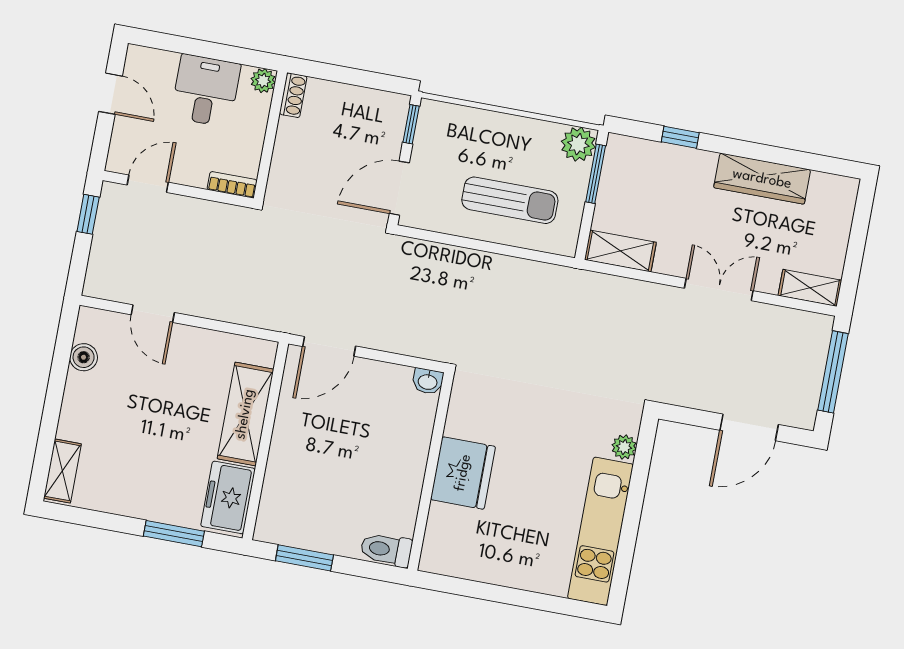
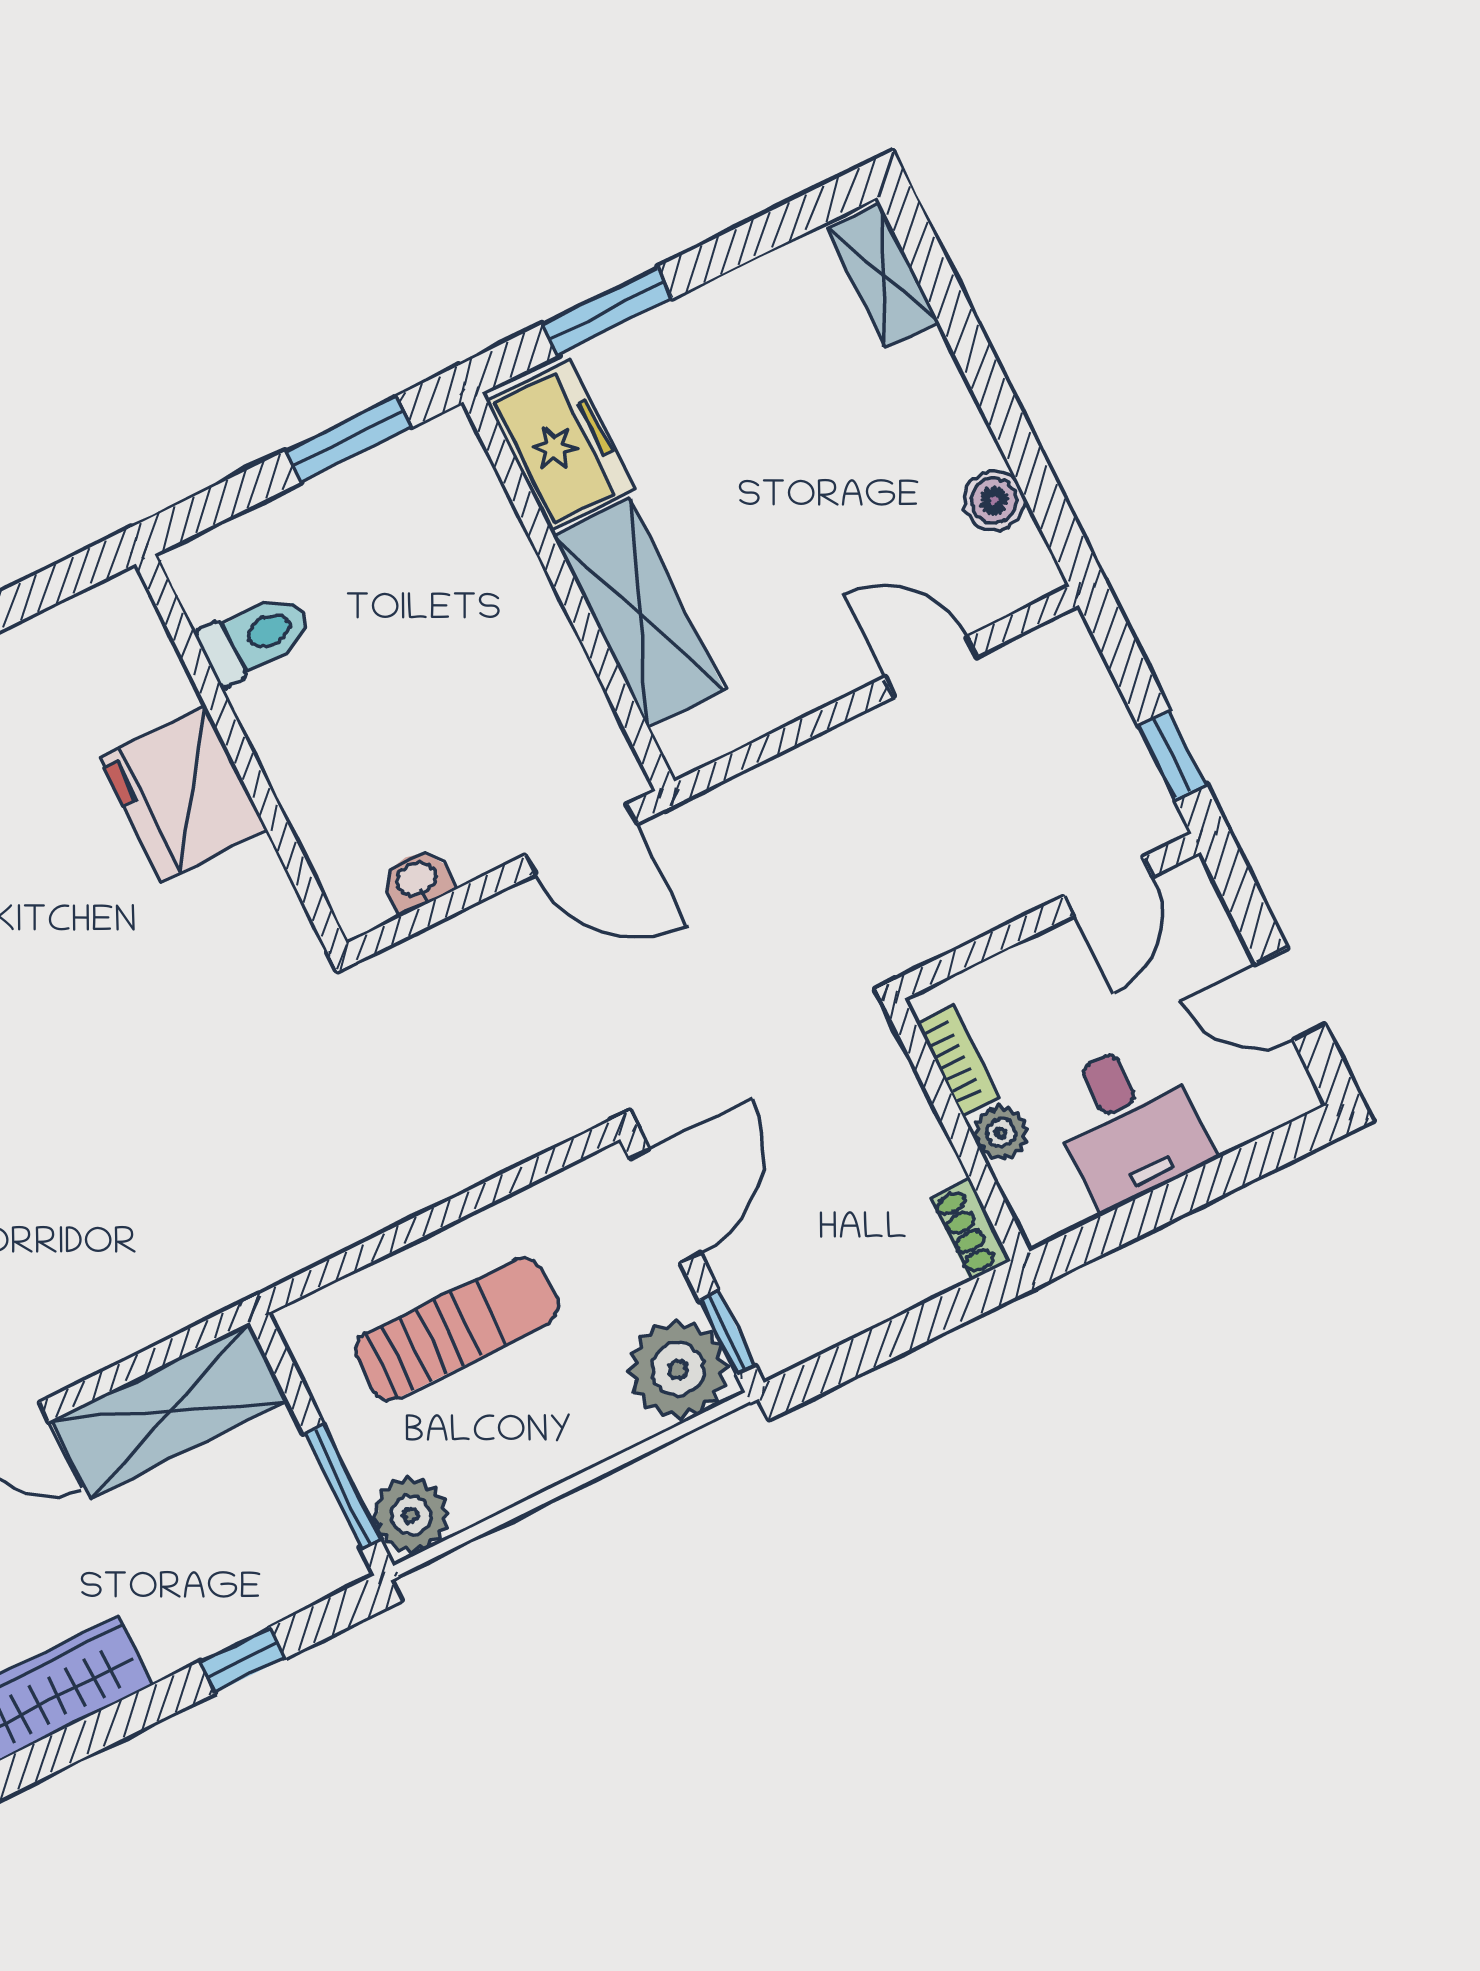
plant: (263, 81) -> (1001, 1133), moved
plant: (440, 124) -> (678, 1369), added
bookcase: (232, 185) -> (958, 1060), moved, turned -90
sun lounger: (510, 200) -> (457, 1329), turned 180
shelving: (620, 251) -> (170, 1410), width x1.50, depth x1.33
door: (329, 346) -> (581, 839), swing flipped
washbasin: (428, 381) -> (417, 880), moved
toilet: (386, 550) -> (256, 638), moved

